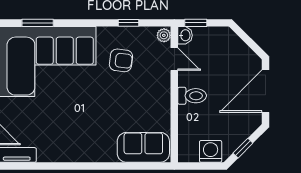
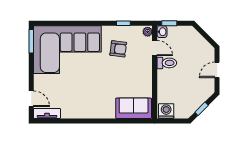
window: (38, 23) -> (61, 23), removed
door: (265, 91) -> (217, 70), width x0.53
toilet: (192, 96) -> (167, 63), moved
washing machine: (211, 151) -> (166, 111), moved

